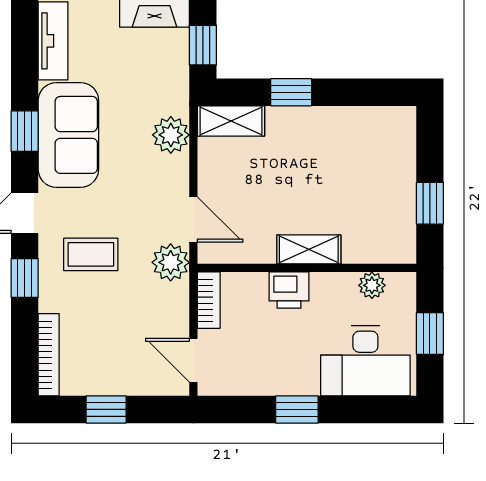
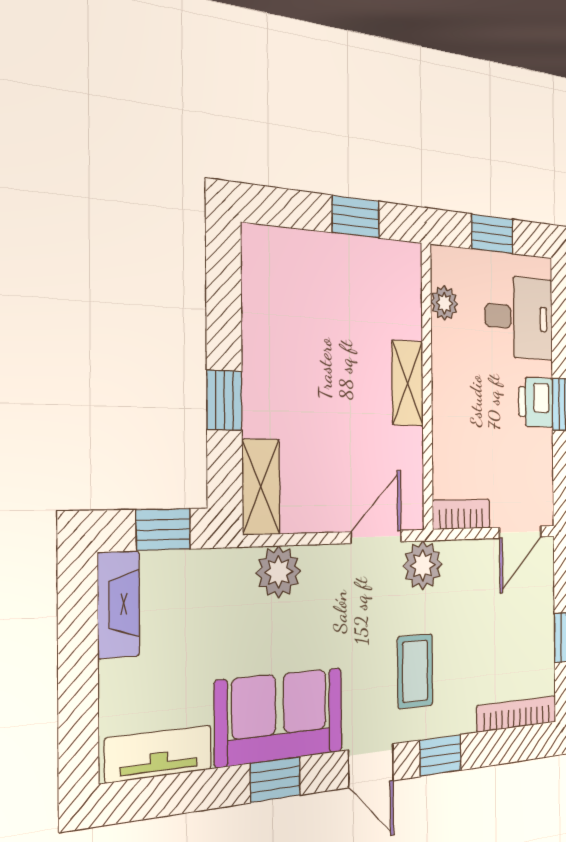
printer: (289, 290) -> (536, 402), moved, turned 180
desk: (365, 361) -> (519, 318), width x0.73

